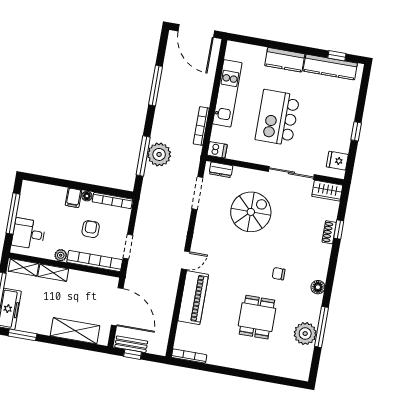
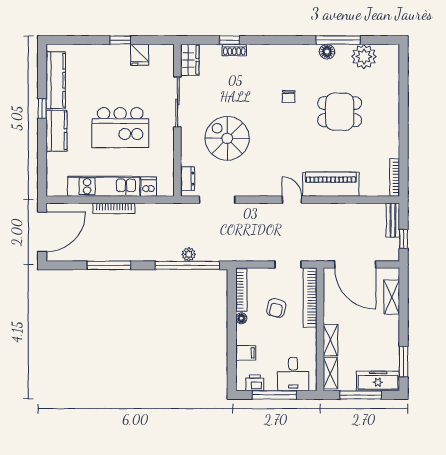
window: (337, 56) -> (42, 109), moved
bookcase: (201, 126) -> (114, 208), moved
dishwasher: (217, 150) -> (149, 187), moved
plant: (159, 154) -> (189, 254), width x0.53, depth x0.53
window: (143, 156) -> (187, 265), width x1.46
fridge: (337, 161) -> (140, 55), moved
printer: (27, 198) -> (255, 383), added
filing cabinet: (73, 198) -> (246, 353), moved
armchair: (91, 229) -> (276, 308), turned -76
plant: (61, 255) -> (310, 335), removed
floor lamp: (318, 287) -> (327, 52), moved
door: (117, 307) -> (355, 264), swing flipped
shelving: (75, 331) -> (392, 297), width x0.67, depth x0.75
plant: (305, 334) -> (364, 57), moved
bench: (131, 344) -> (393, 220), moved

